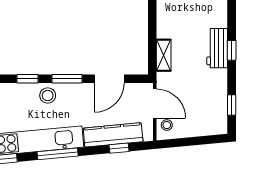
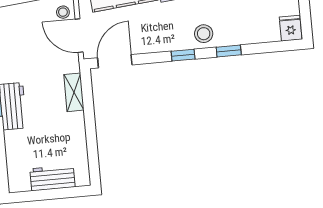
window: (67, 79) -> (183, 55), width x0.67
door: (109, 79) -> (115, 61), moved

